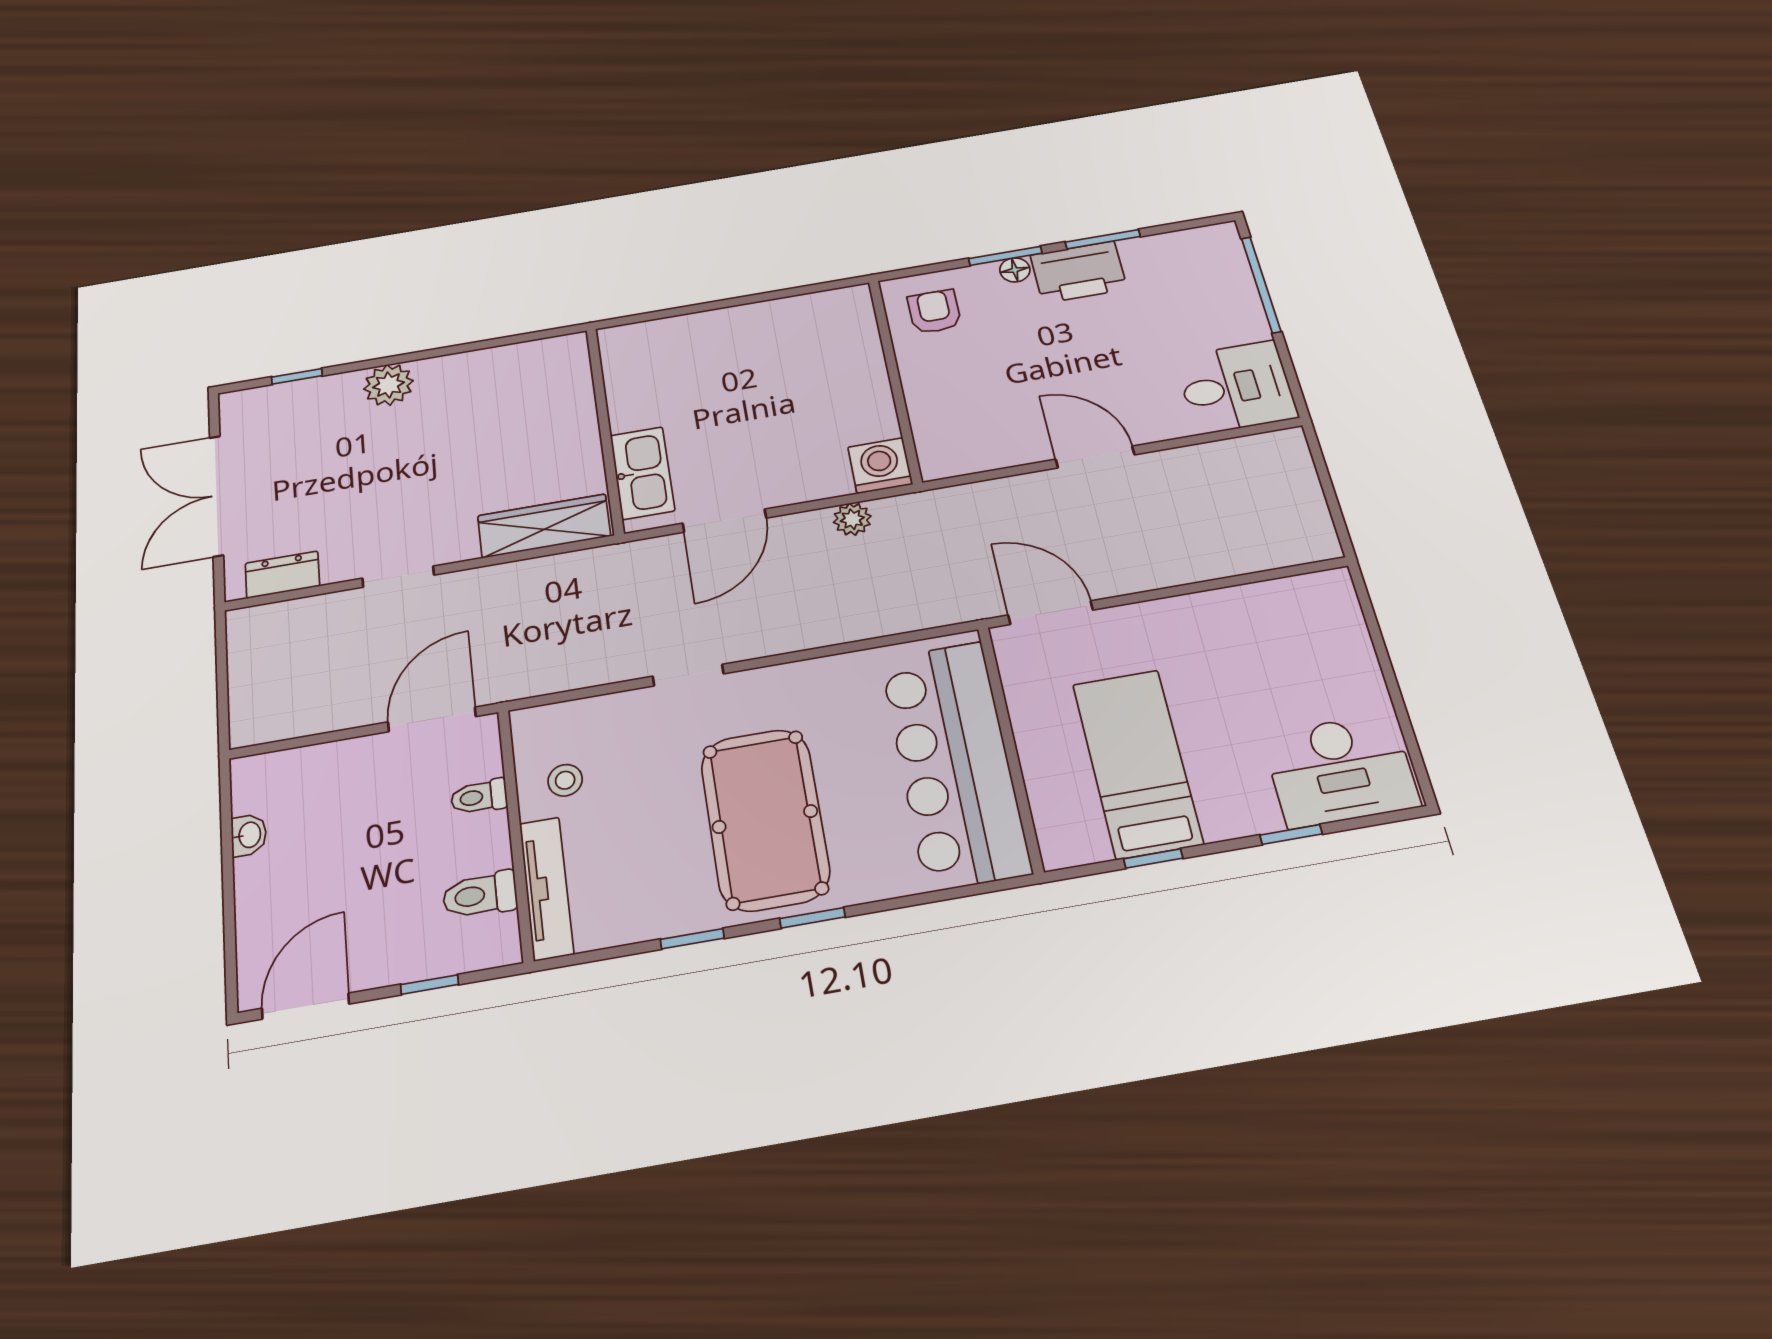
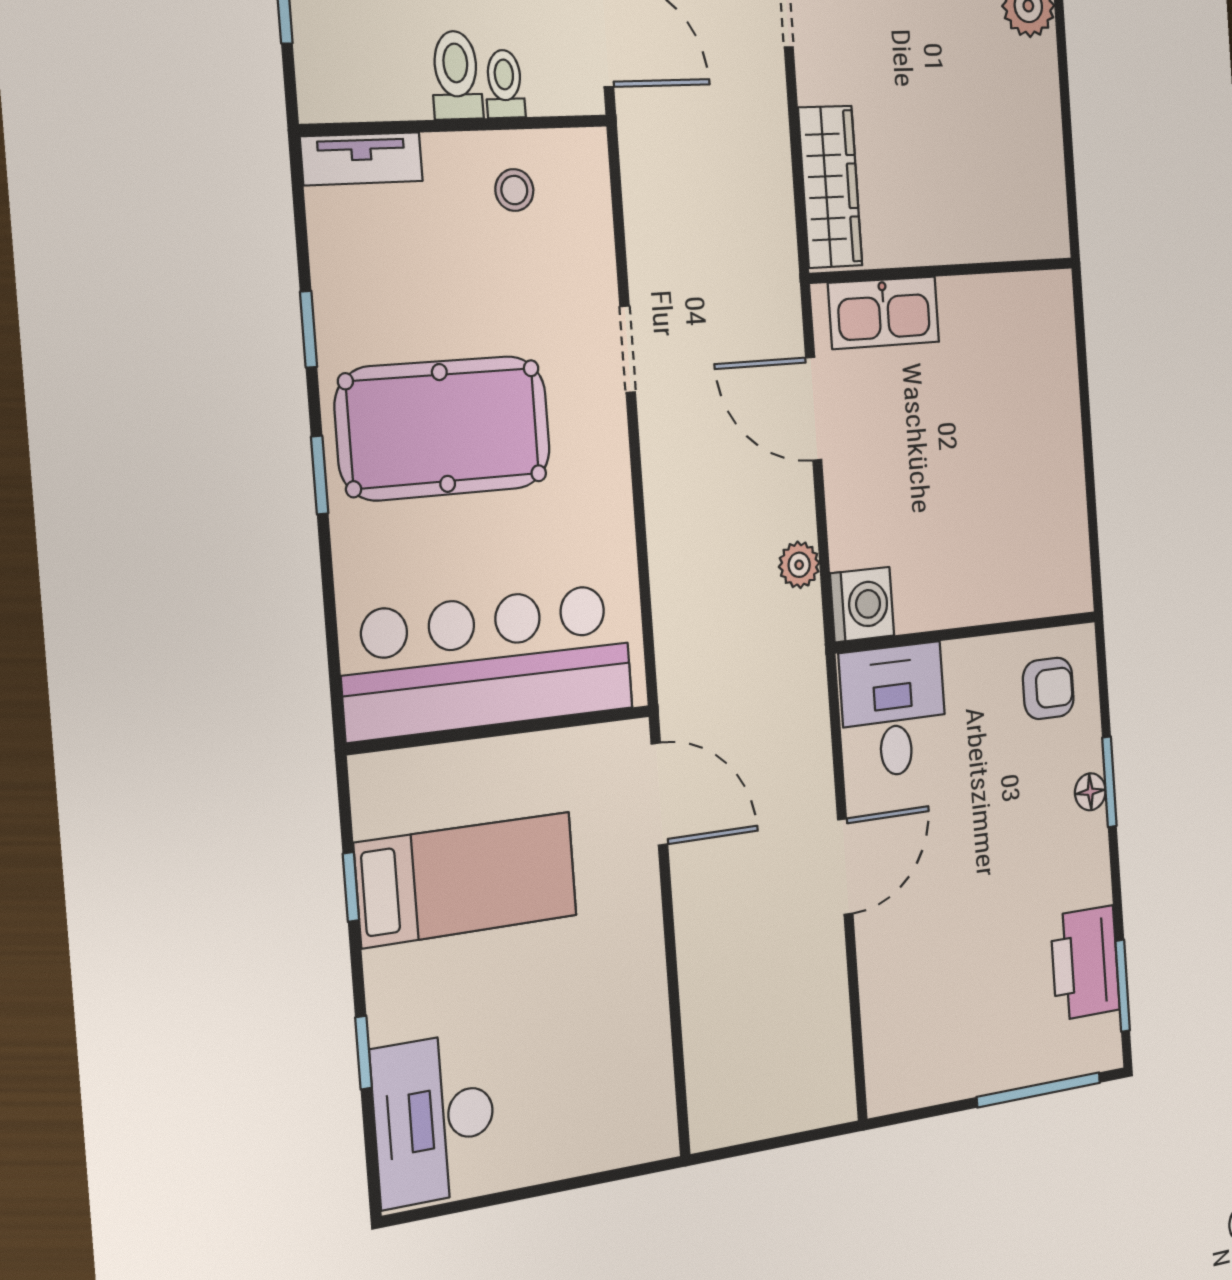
window: (1103, 239) -> (1123, 986), moved
printer: (1079, 272) -> (1085, 963), moved
desk: (1236, 387) -> (894, 711), moved, turned 180
door: (1050, 613) -> (659, 794), hinge flipped
tv unit: (546, 888) -> (362, 159), width x0.71
toilet: (480, 895) -> (456, 75), moved

